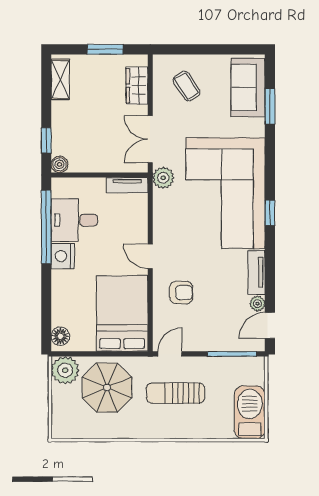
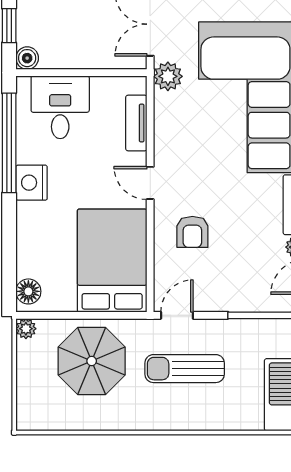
tv unit: (127, 185) -> (136, 123), moved, turned 90
desk: (74, 220) -> (60, 107), moved, turned 90
armchair: (181, 292) -> (192, 232), turned 90
plant: (65, 370) -> (26, 329), width x0.53, depth x0.53

